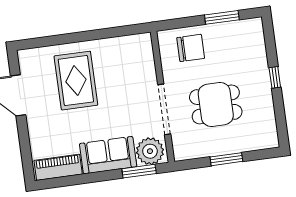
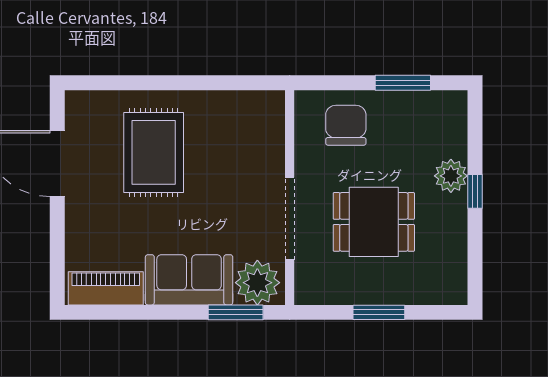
chair: (191, 48) -> (346, 125), turned -90
plant: (259, 70) -> (451, 176), added

